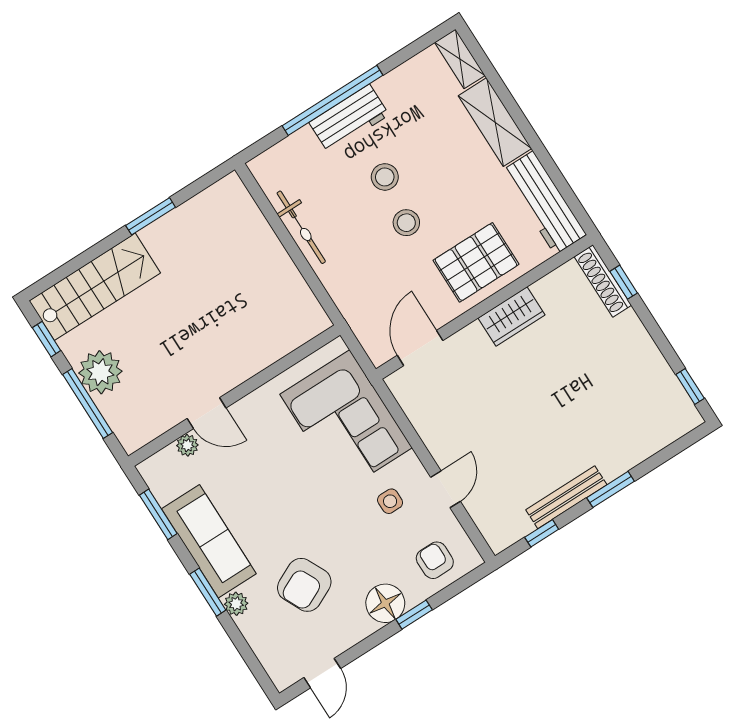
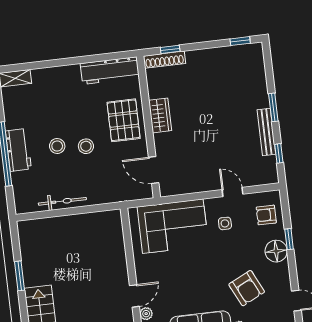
shelving: (495, 122) -> (56, 76), removed

